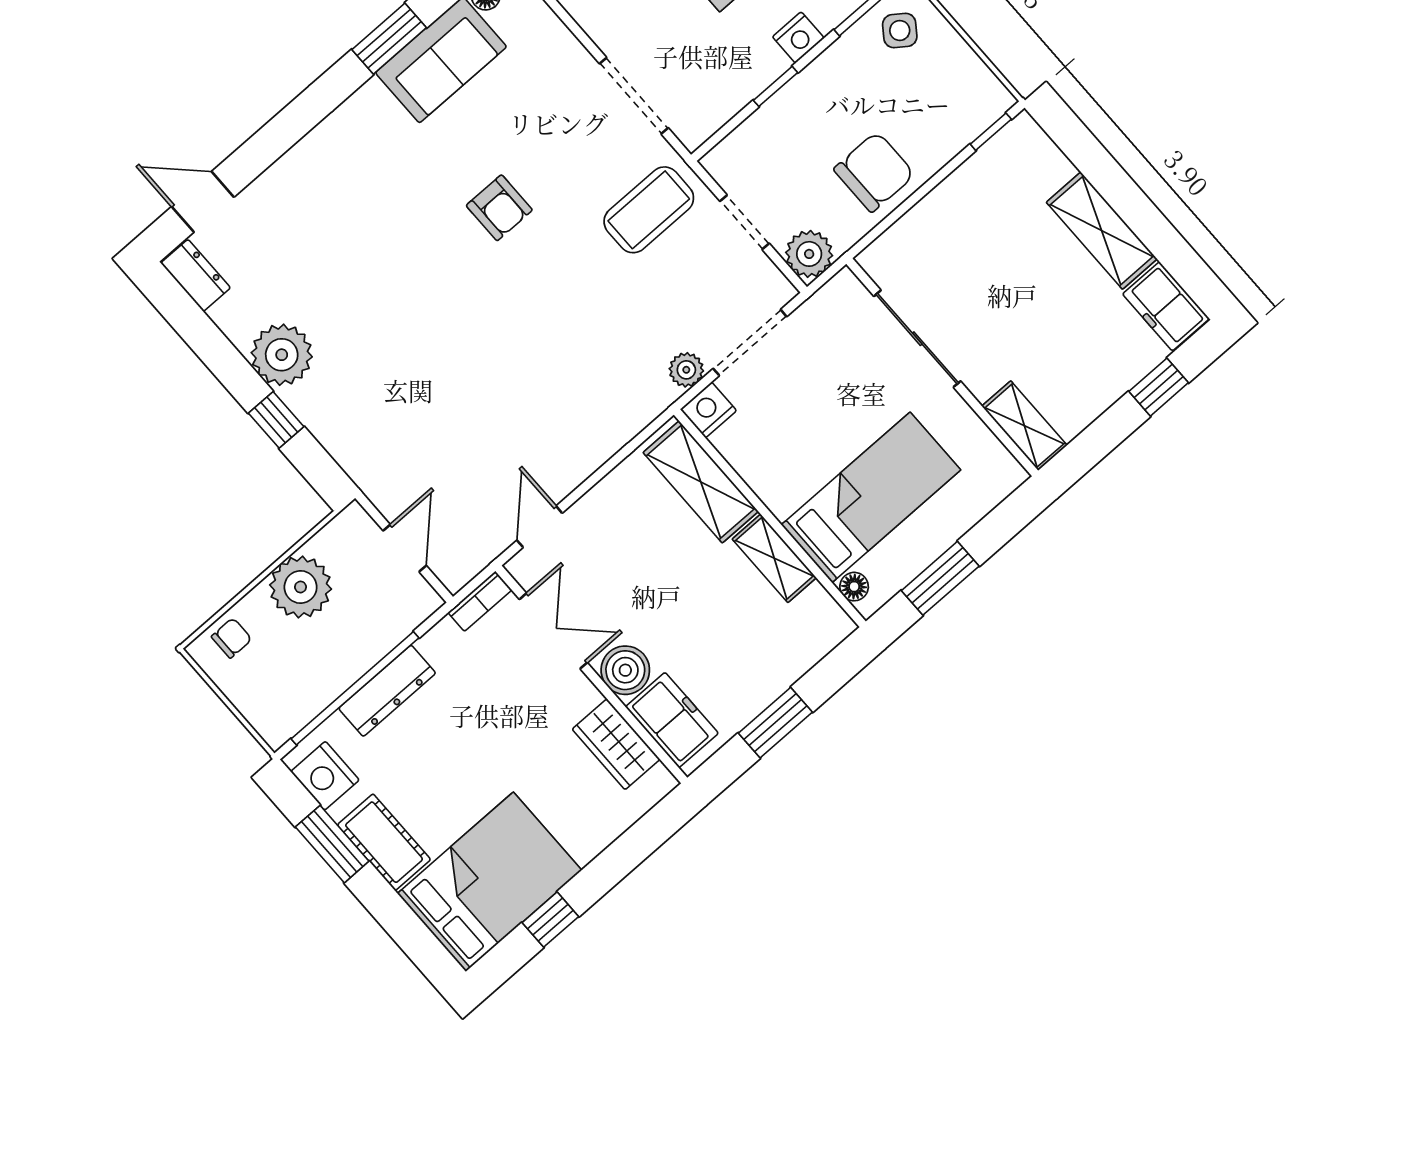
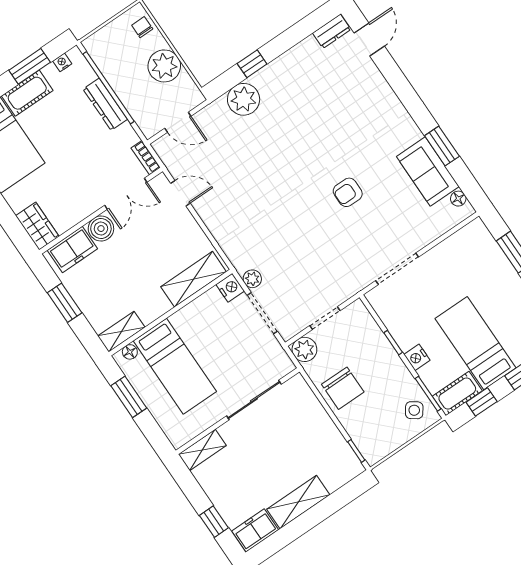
coffee table: (649, 210) -> (337, 269), removed
plant: (282, 355) -> (244, 99), moved
shelving: (774, 558) -> (121, 332), moved
chair: (232, 638) -> (142, 27), turned 180
wardrobe: (616, 744) -> (37, 226), moved, turned 90
nightstand: (325, 776) -> (62, 62), width x0.53, depth x0.56

